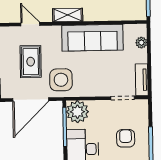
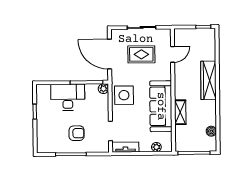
shelving: (68, 15) -> (180, 112), moved
side table: (61, 80) -> (124, 95), moved
plant: (77, 112) -> (103, 89), width x0.53, depth x0.53

